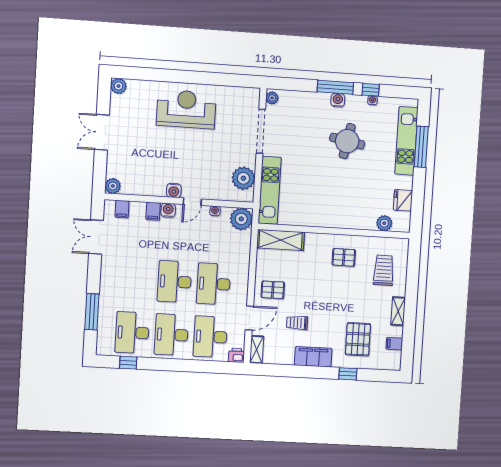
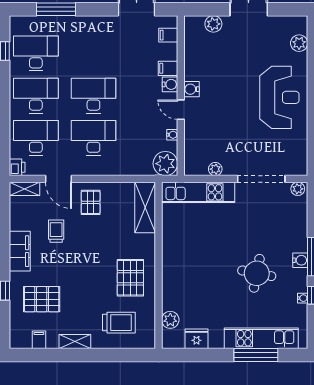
plant: (119, 86) -> (299, 43), moved
plant: (243, 178) -> (215, 169), width x0.53, depth x0.53
plant: (113, 186) -> (213, 24), moved
pallet: (344, 257) -> (130, 278), width x1.50, depth x1.42

